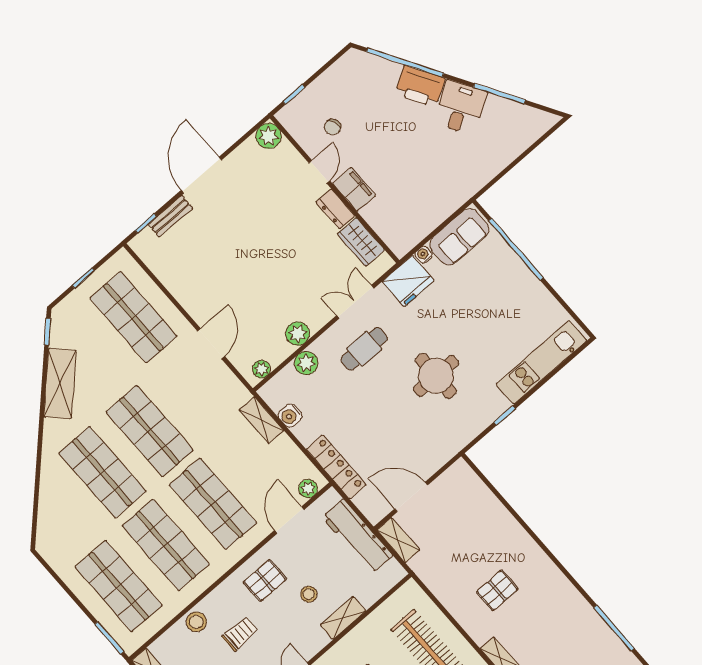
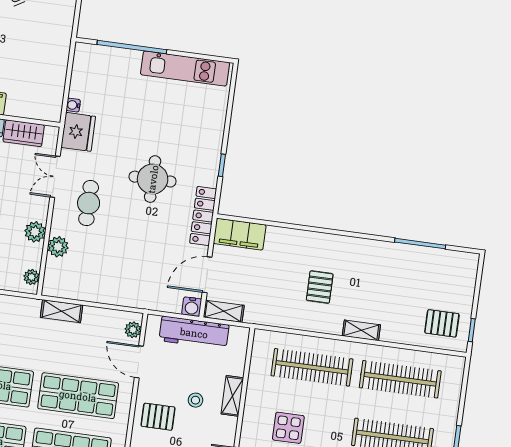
sofa: (459, 237) -> (87, 72), removed
kitchen unit: (541, 362) -> (185, 69), moved, turned -90
water cooler: (290, 416) -> (192, 307), moved
locker: (336, 467) -> (203, 216), moved, turned -90
filing cabinet: (469, 487) -> (240, 234), added
pallet: (265, 580) -> (158, 417), turned 90

